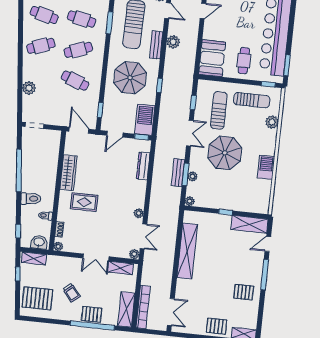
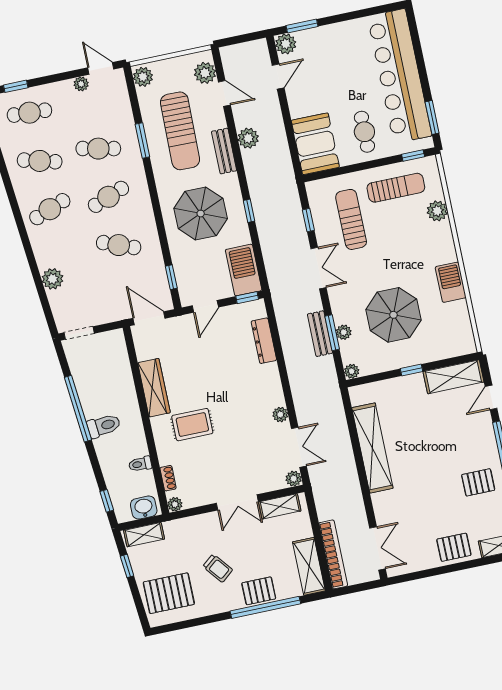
parasol: (225, 153) -> (393, 315), moved
toilet: (31, 199) -> (104, 426), moved

